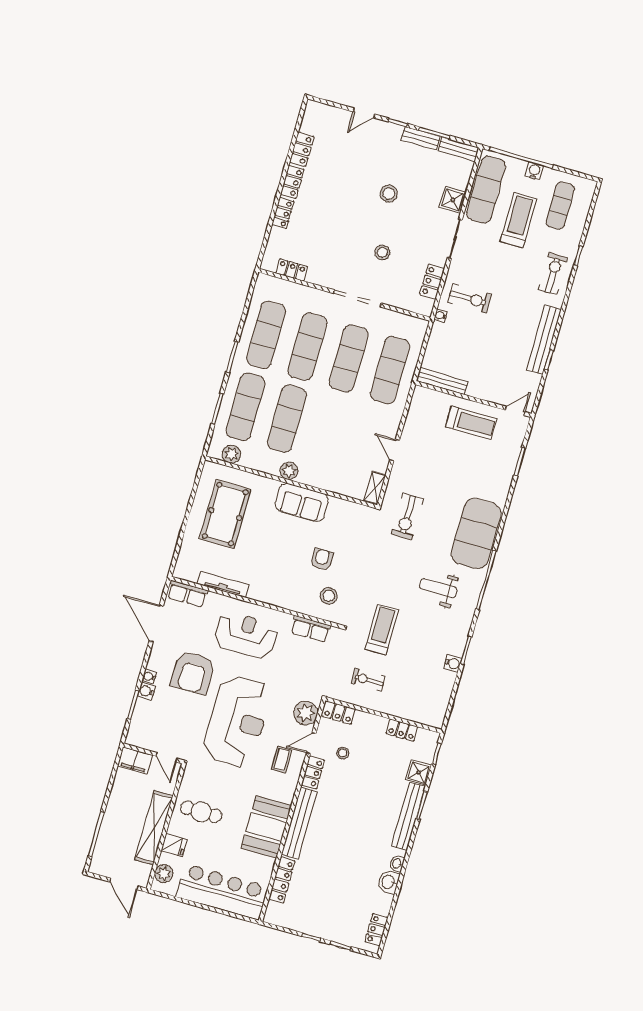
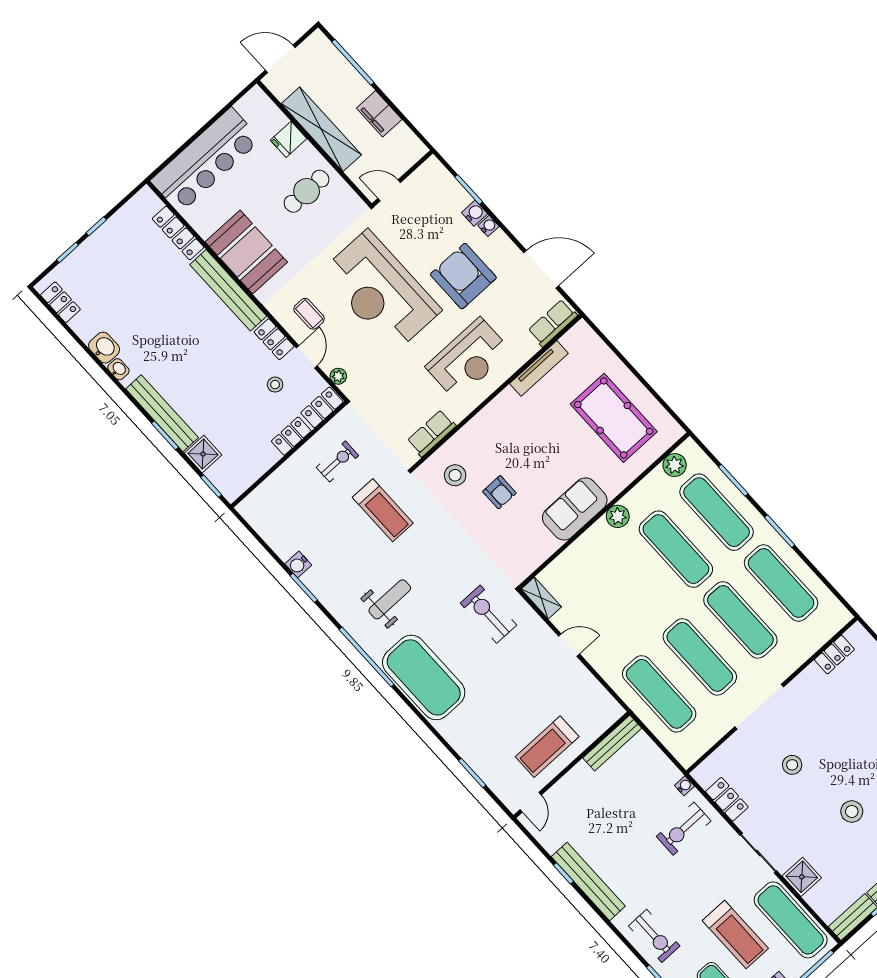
plant: (306, 713) -> (338, 376), width x0.53, depth x0.53
locker: (402, 730) -> (291, 436), moved
filing cabinet: (135, 761) -> (379, 114), moved, turned -90
plant: (164, 874) -> (265, 109), removed

